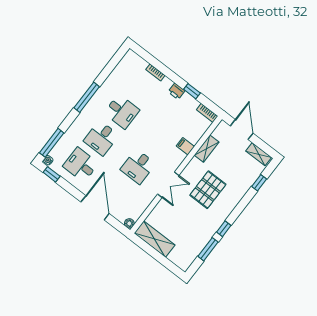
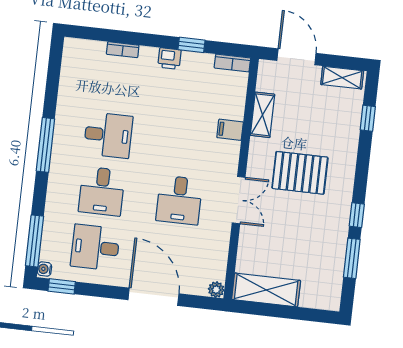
pallet: (208, 190) -> (300, 173), turned 90

